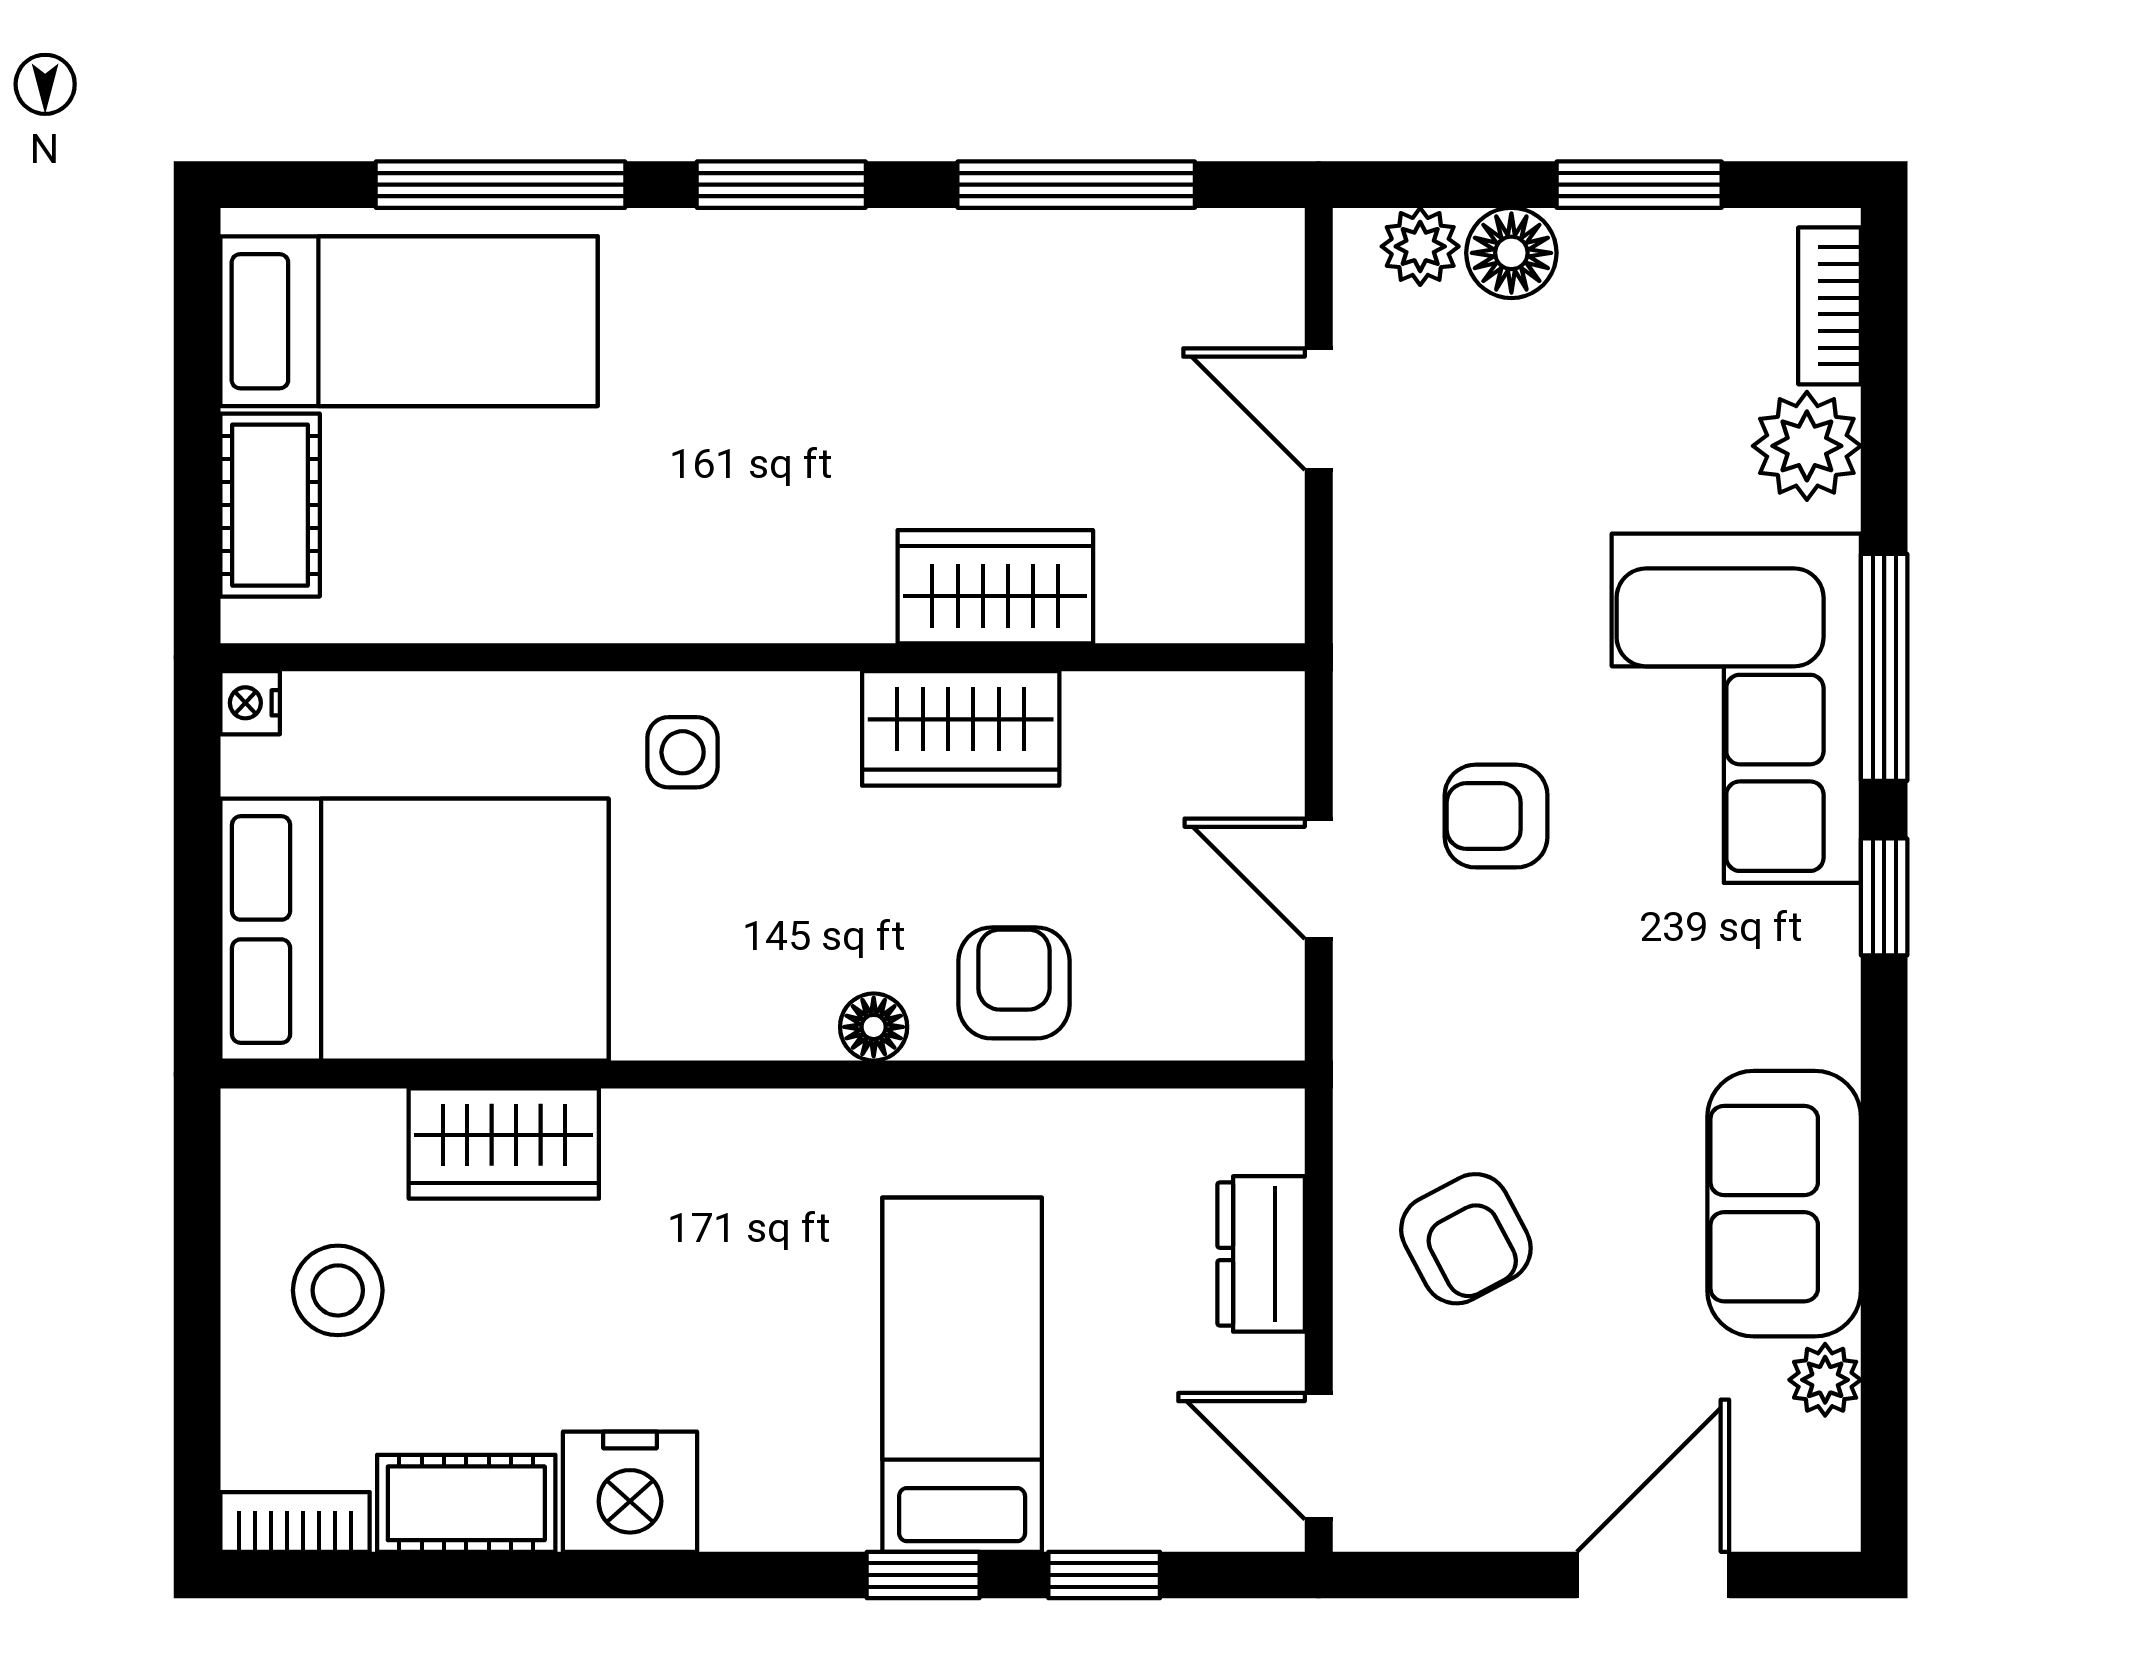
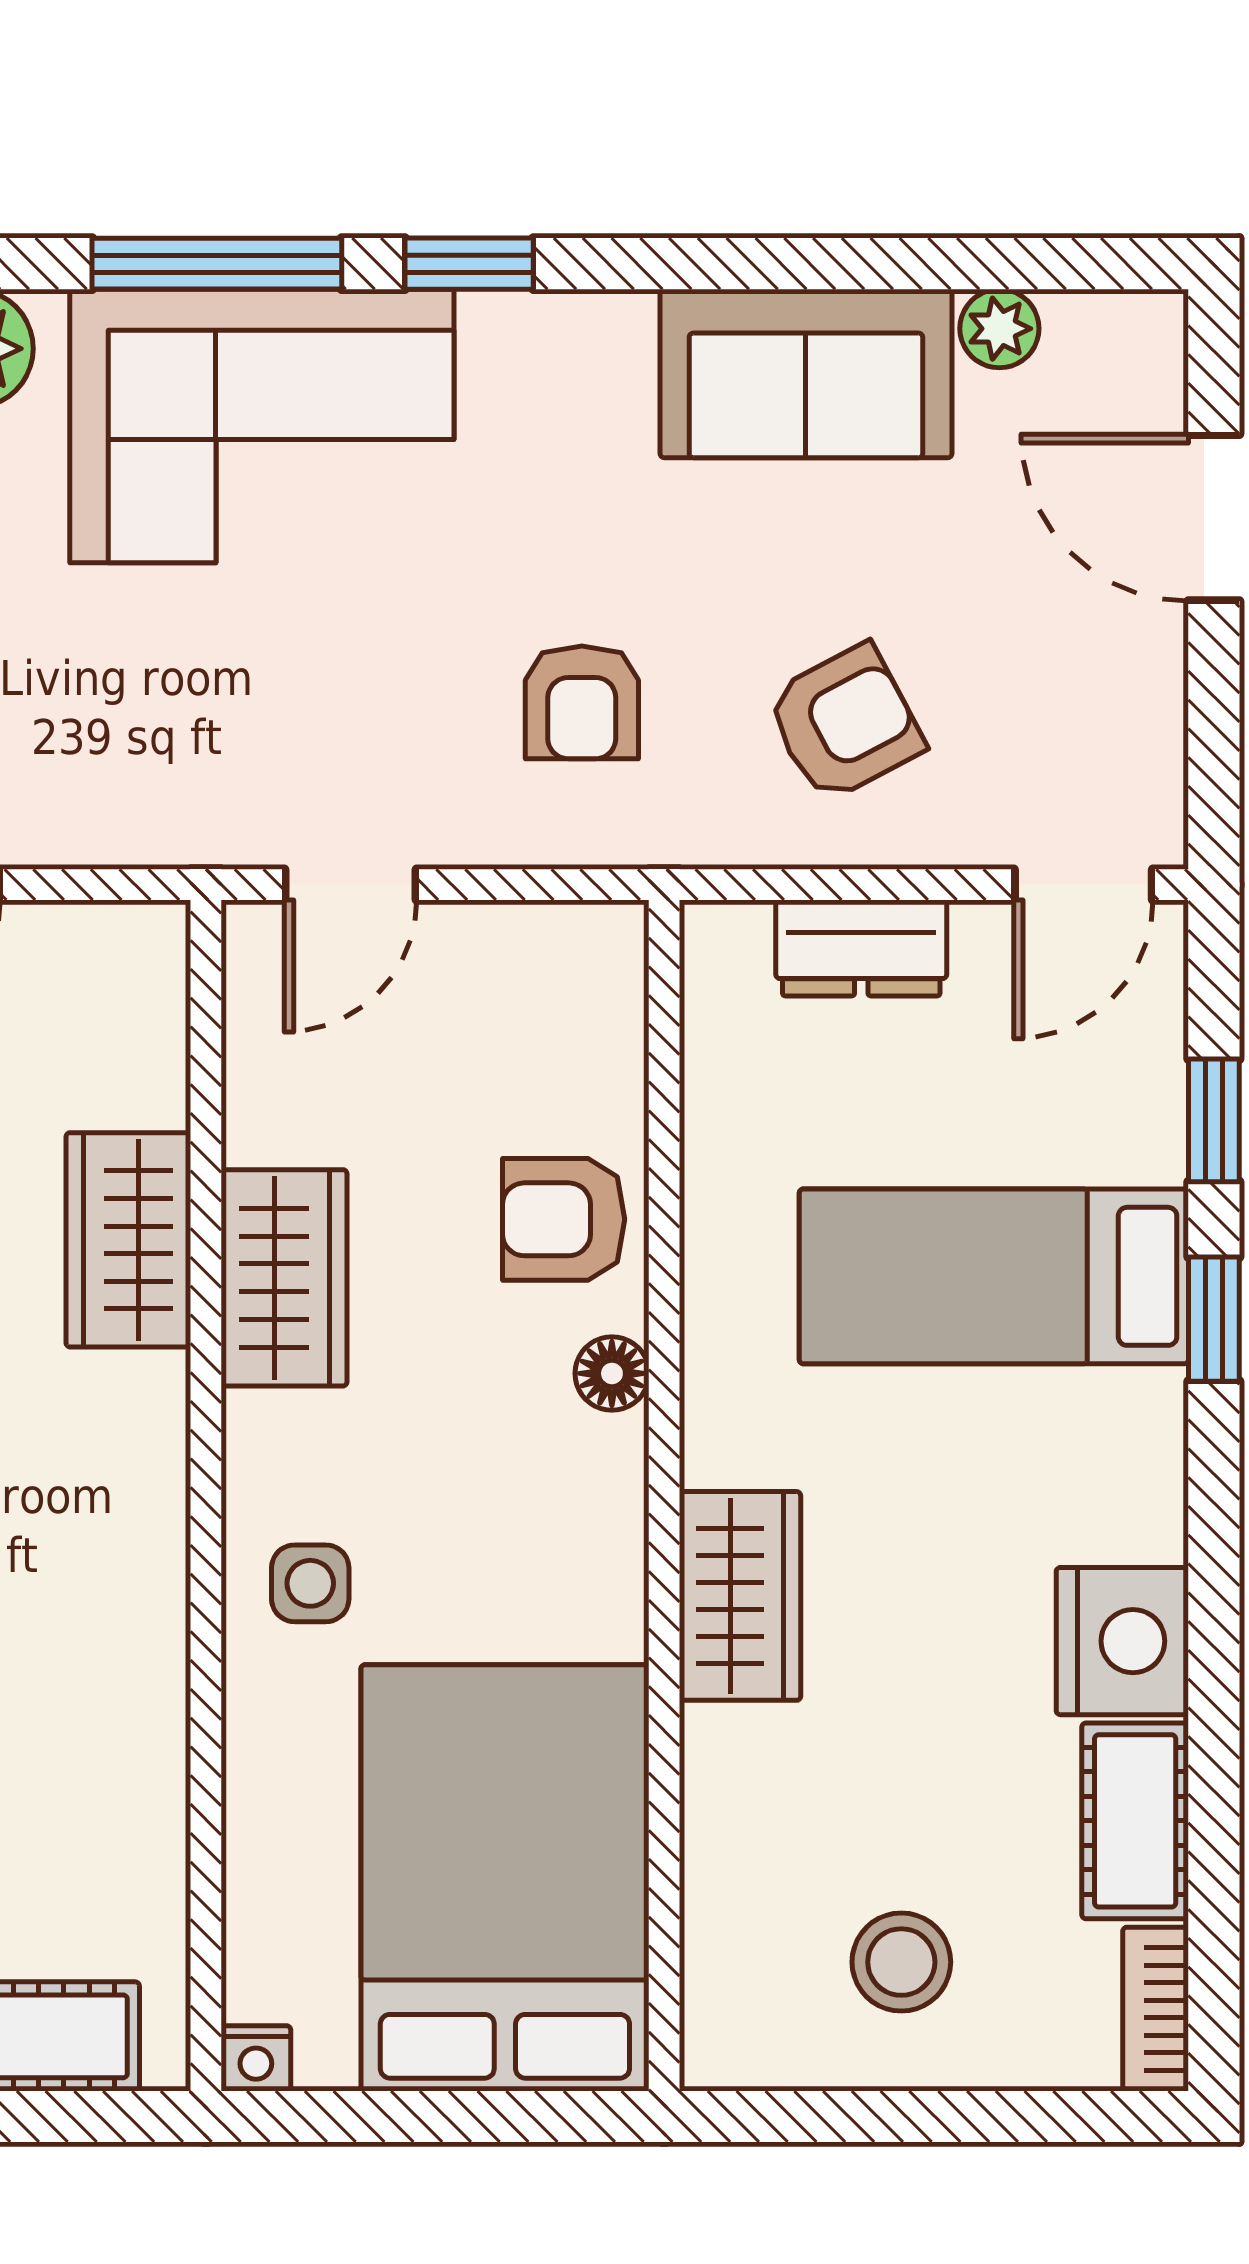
armchair: (1496, 816) -> (582, 702), moved
door: (1319, 879) -> (351, 885), moved
wardrobe: (504, 1144) -> (740, 1596), moved

